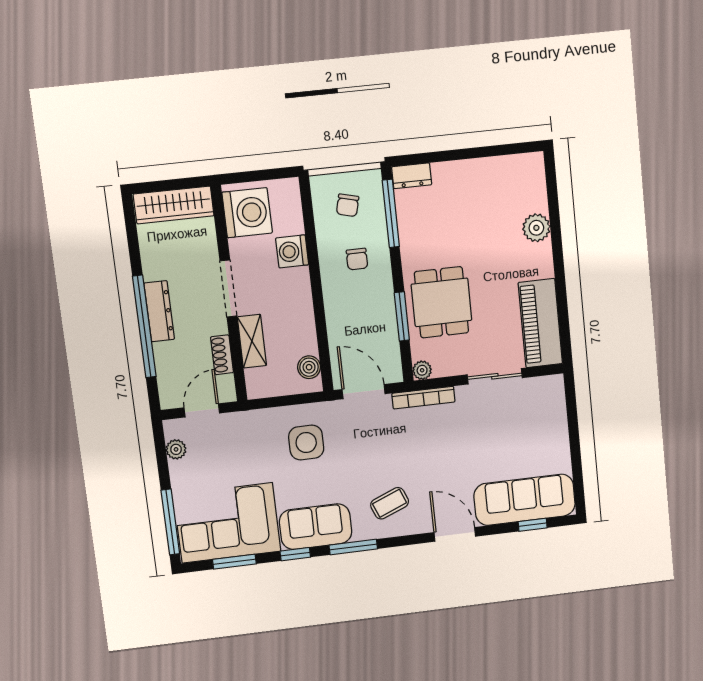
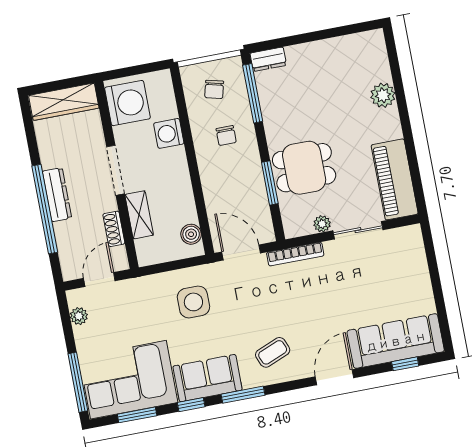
dining table: (441, 302) -> (304, 168), turned 90
plant: (422, 370) -> (322, 224), moved
door: (455, 534) -> (334, 377), hinge flipped

